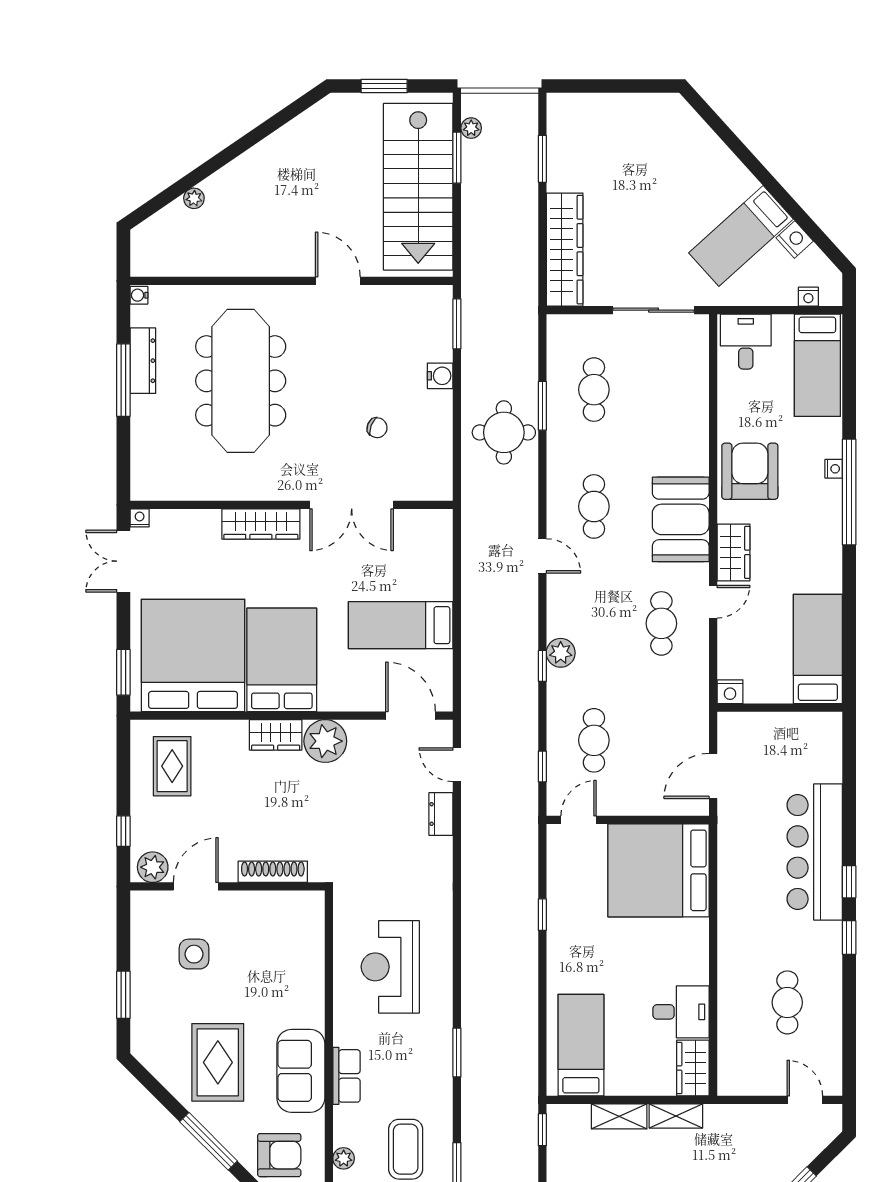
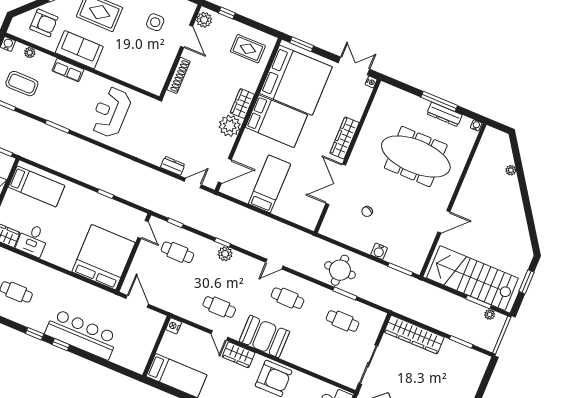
reception desk: (390, 967) -> (111, 112), turned -90
armchair: (279, 1155) -> (44, 23), turned -90

